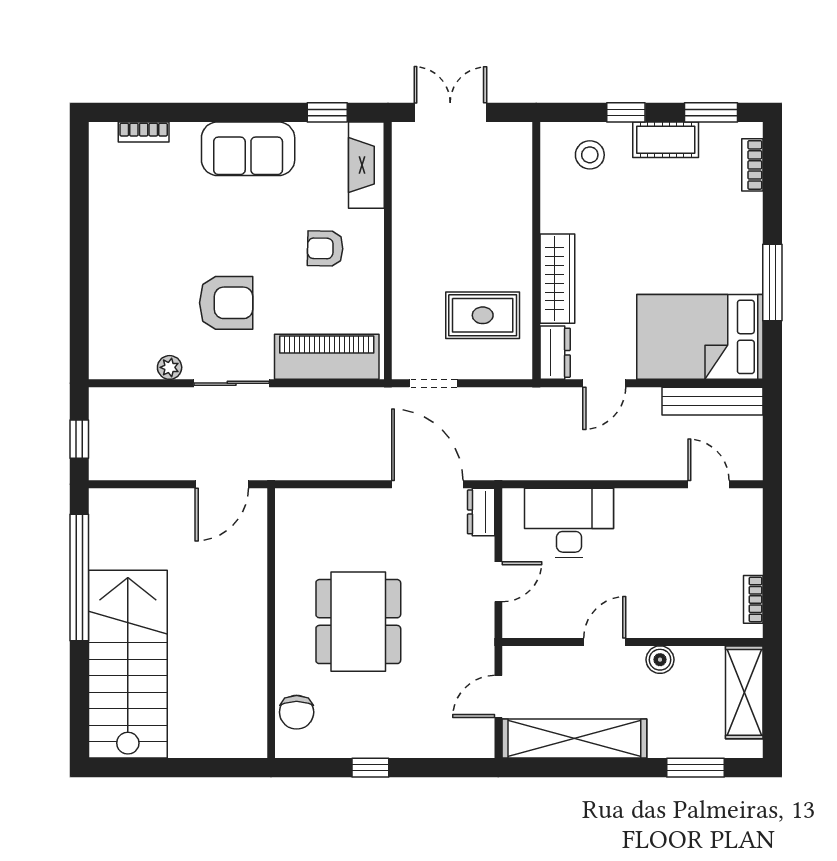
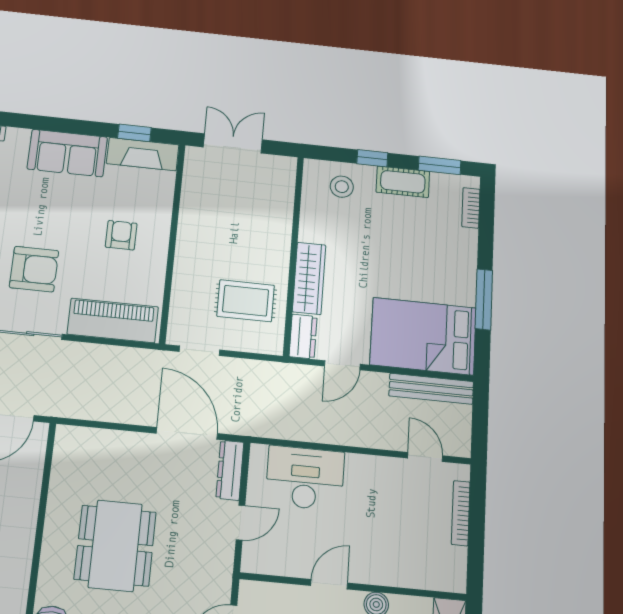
fireplace: (366, 165) -> (143, 154), moved, turned -90
armchair: (325, 248) -> (121, 235), turned 89
dresser: (481, 512) -> (230, 470), width x1.44
bookcase: (753, 599) -> (461, 513), moved, width x1.56

